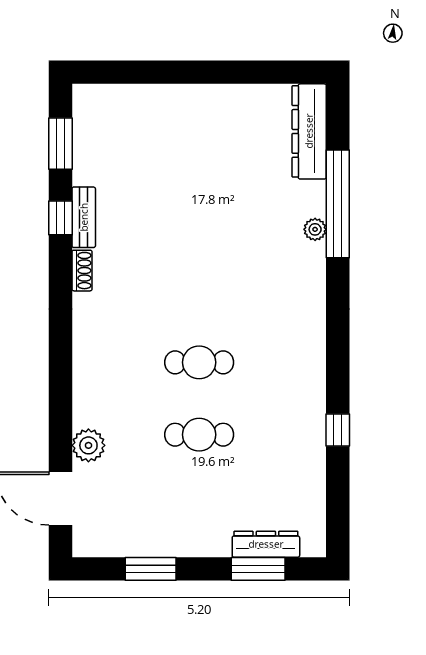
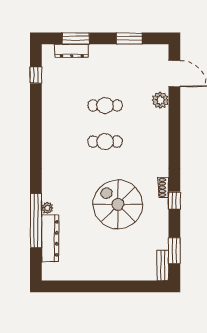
dresser: (309, 131) -> (50, 238), moved
bench: (84, 217) -> (163, 265), moved
window: (60, 218) -> (174, 200), moved
spiral stairs: (174, 236) -> (118, 204), added
window: (338, 430) -> (36, 75), moved

